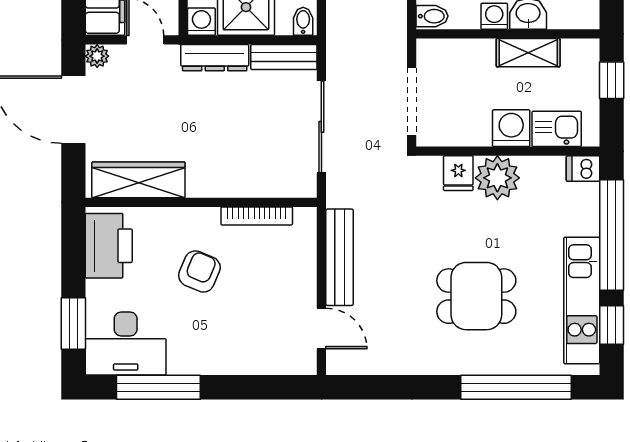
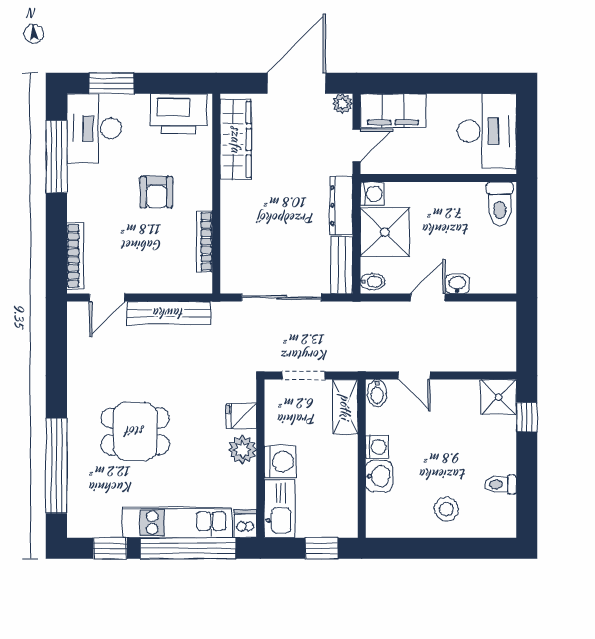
shelving: (528, 53) -> (345, 407), moved
doorway: (412, 101) -> (303, 376), width x0.73
kitchen sink: (557, 129) -> (280, 509), width x1.38
plant: (497, 178) -> (242, 450), width x0.73, depth x0.73
armchair: (199, 271) -> (156, 192), turned 67
dining table: (476, 296) -> (135, 431), turned 90
kitchen unit: (582, 300) -> (177, 523), moved
bookcase: (273, 365) -> (75, 256), added

